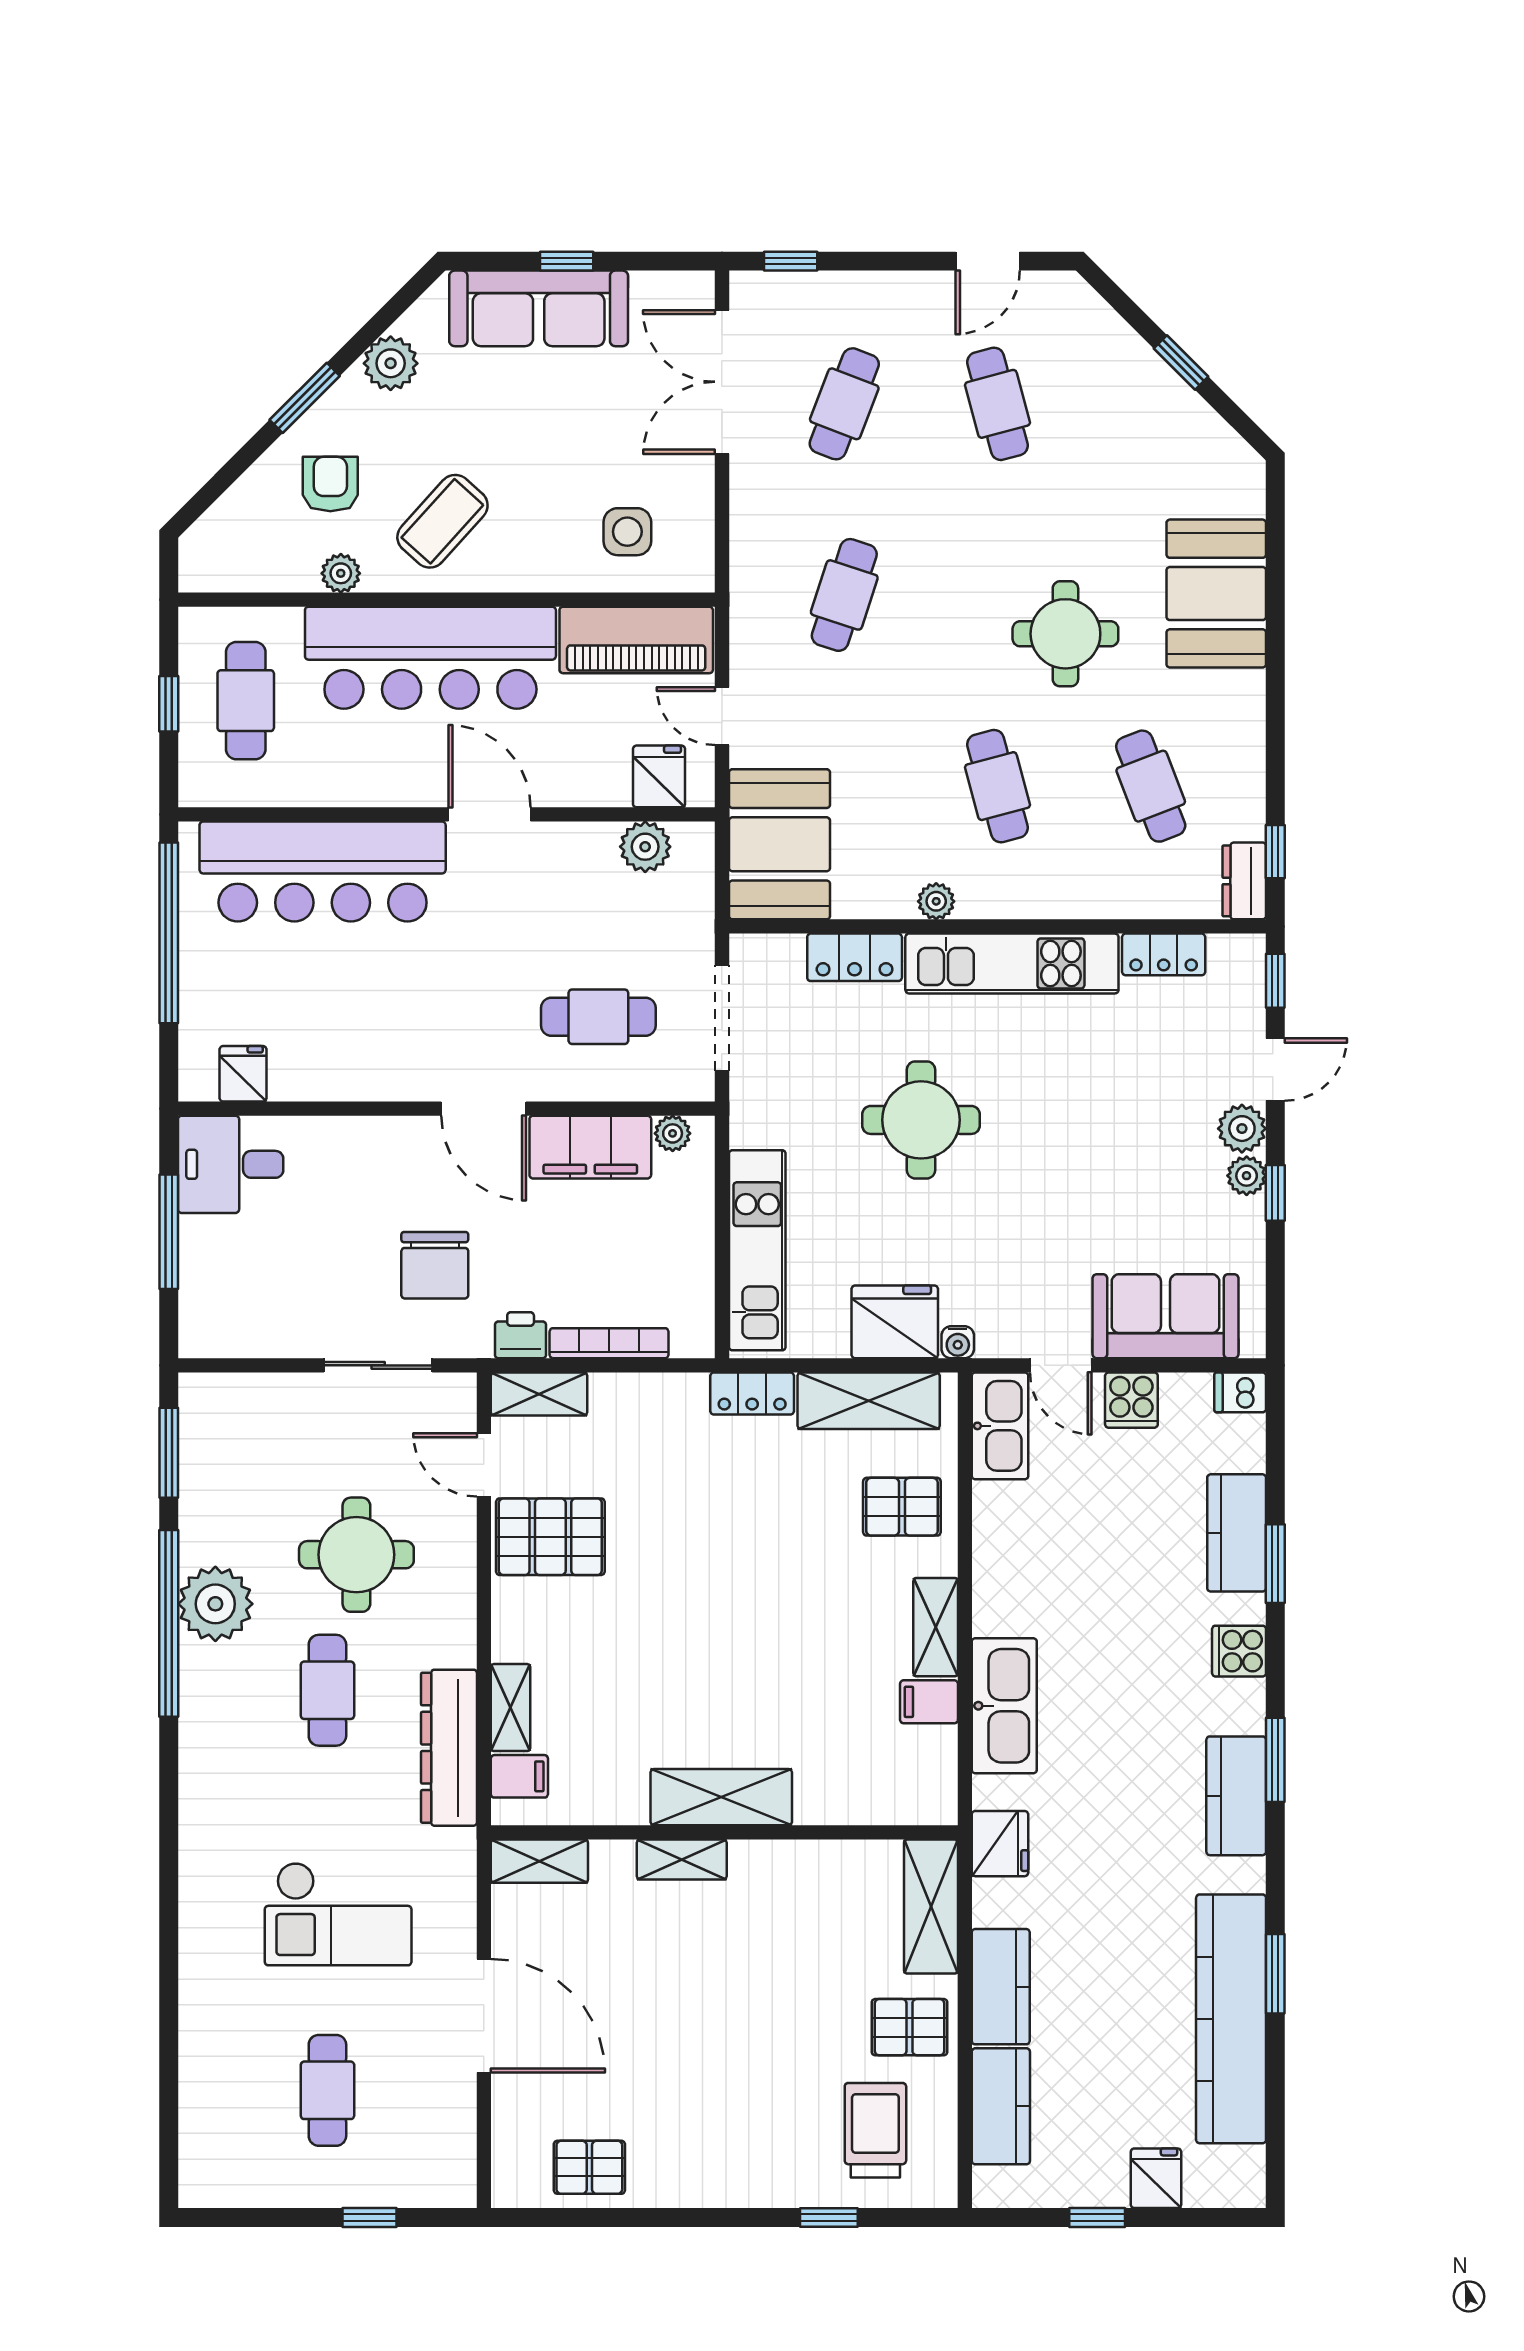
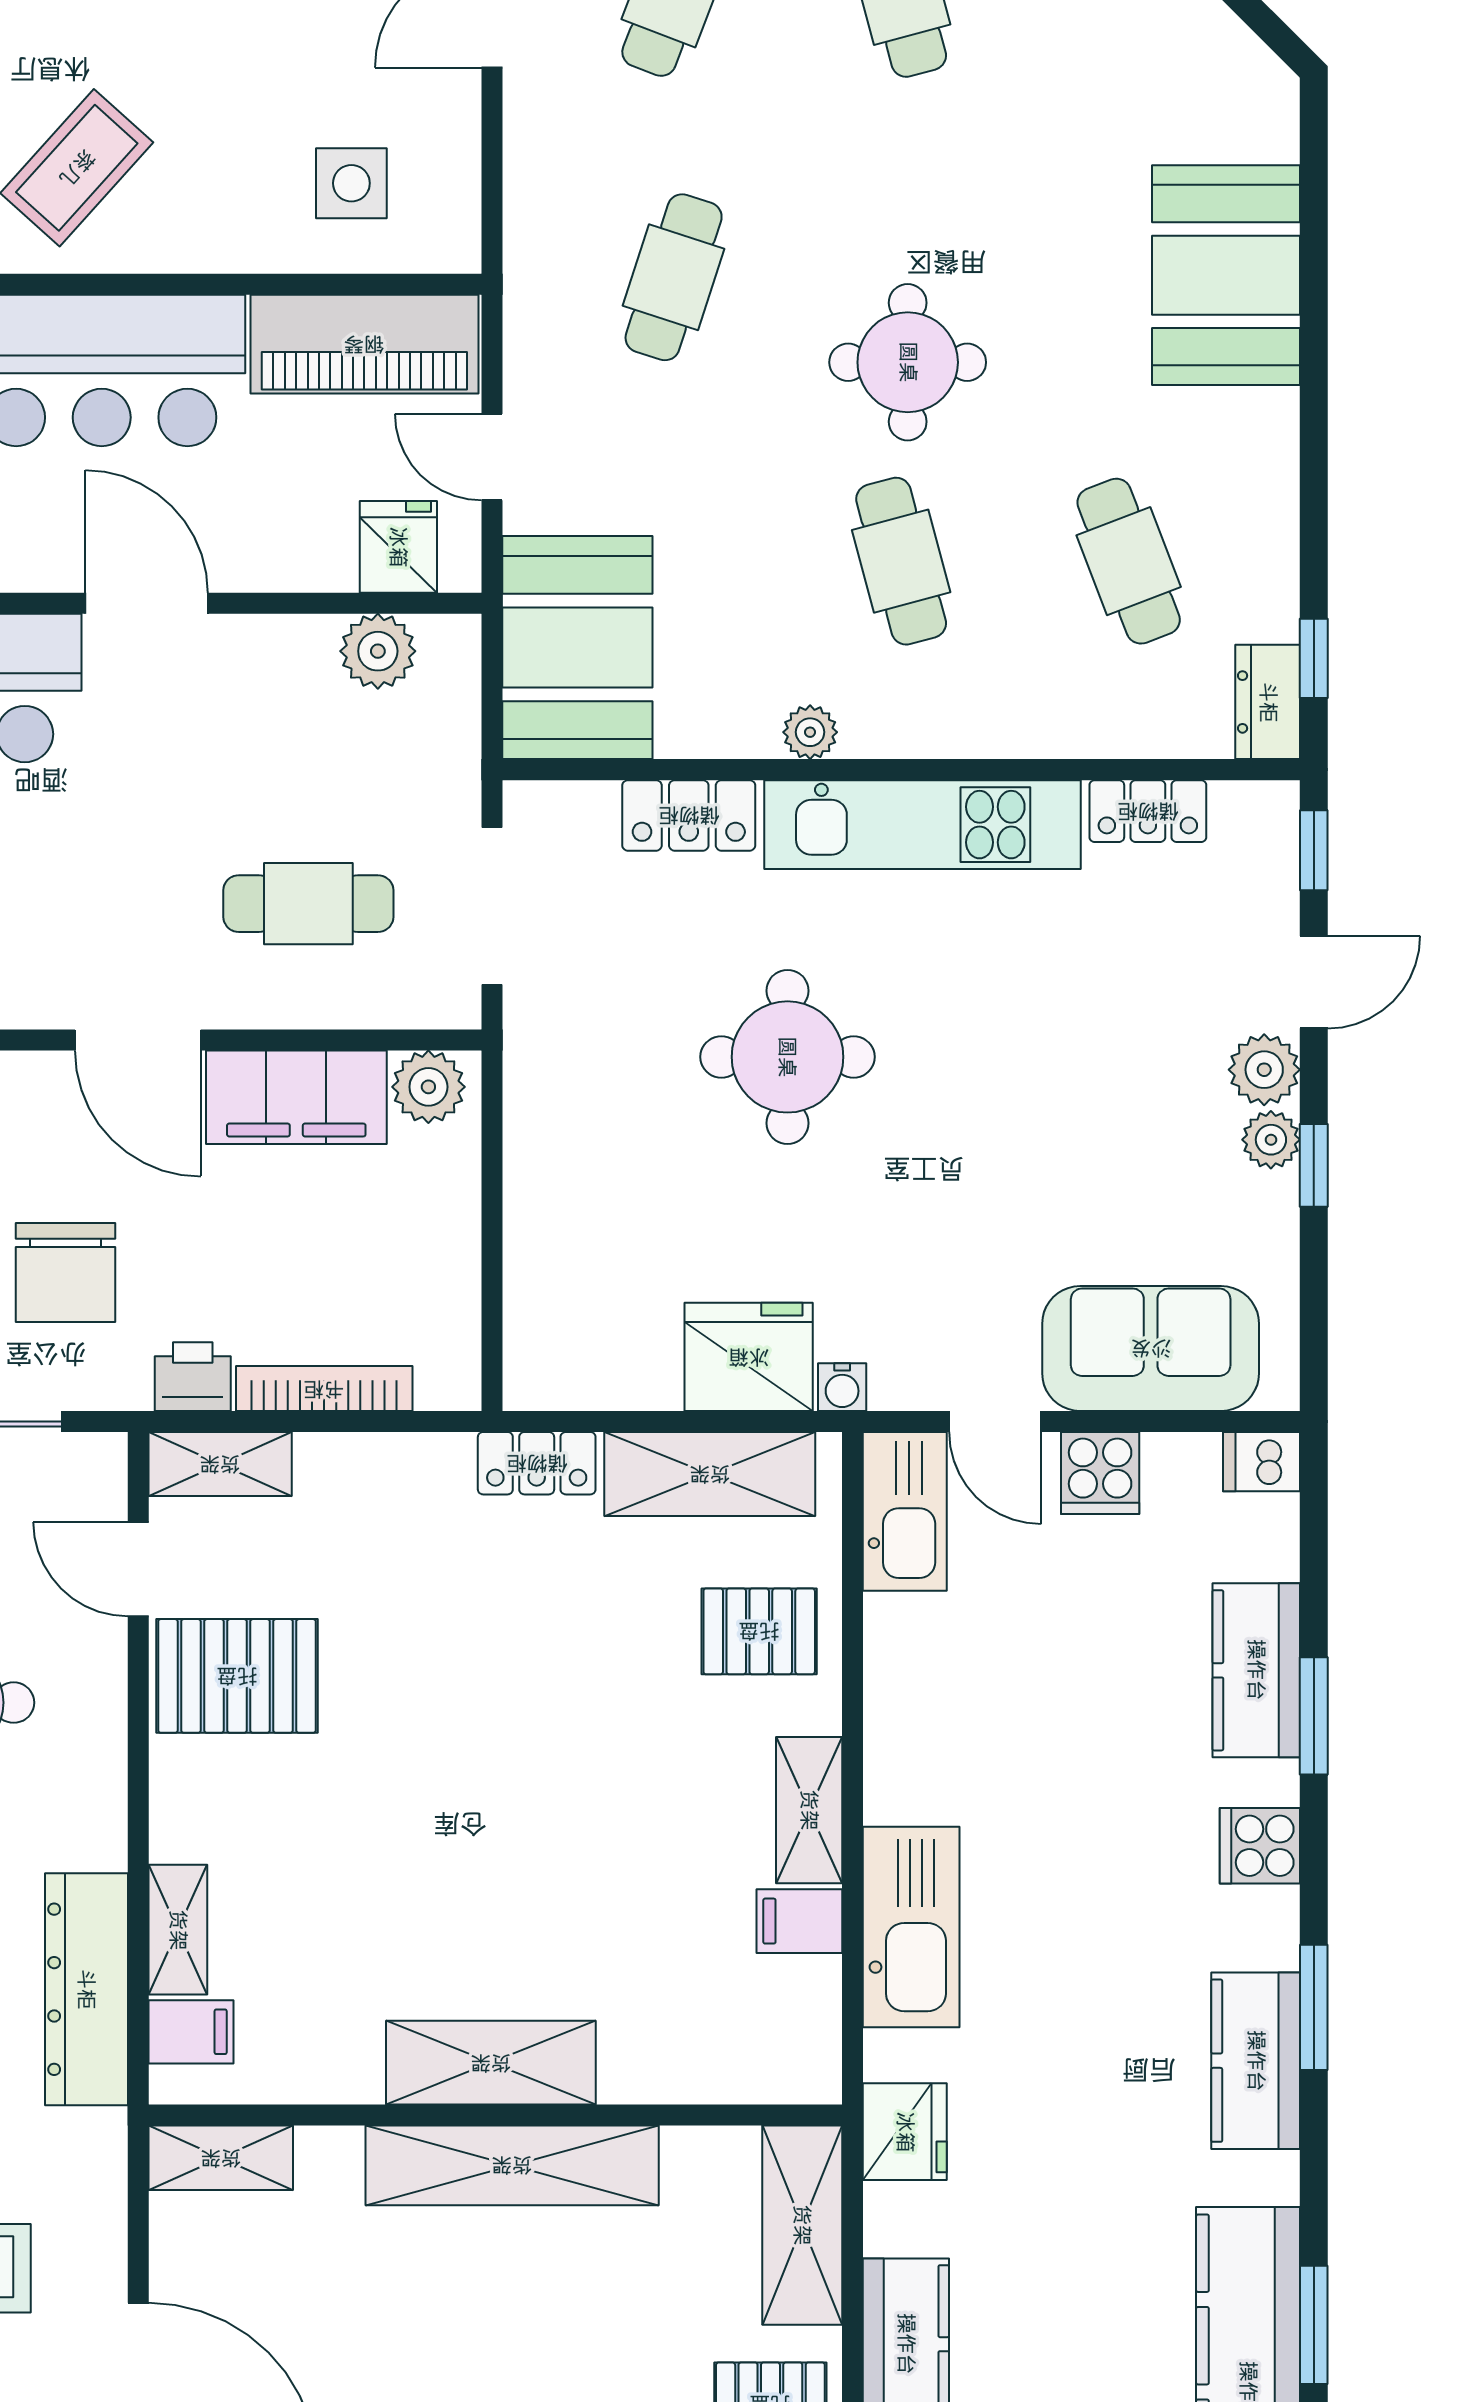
round table: (1065, 634) -> (908, 362), moved
plant: (673, 1133) -> (428, 1087), width x1.38, depth x1.38
kitchen unit: (757, 1250) -> (544, 1250), removed
shelving: (682, 1859) -> (512, 2165), width x2.20, depth x1.33

